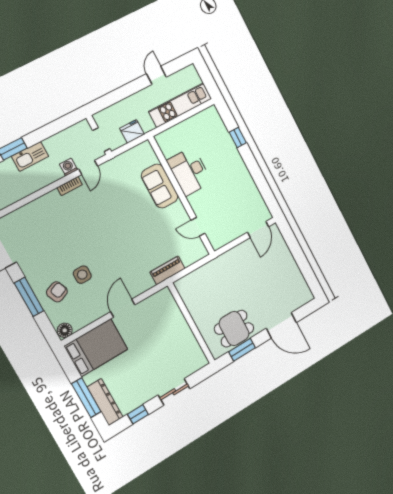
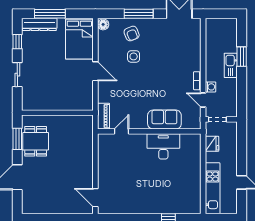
desk: (189, 171) -> (163, 146), moved
sofa: (160, 186) -> (164, 120), moved
wall: (182, 196) -> (149, 131), moved
door: (198, 227) -> (121, 131), moved

